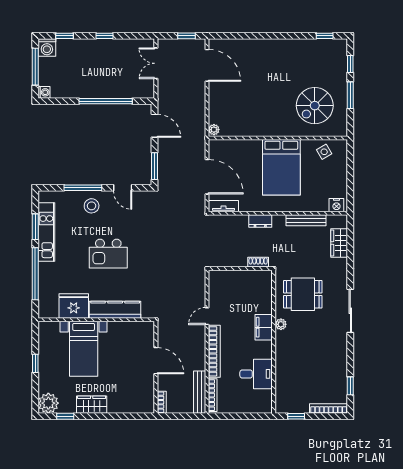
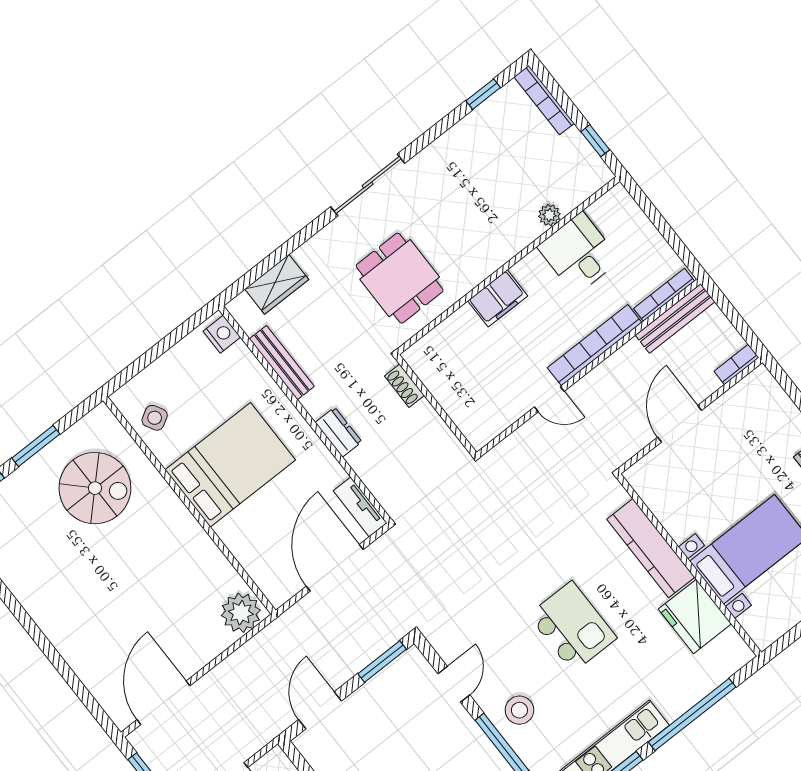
plant: (214, 130) -> (241, 613), width x1.88, depth x1.88
plant: (281, 324) -> (549, 215), moved

